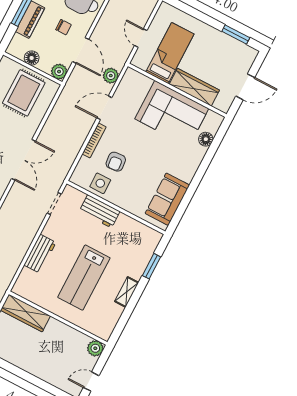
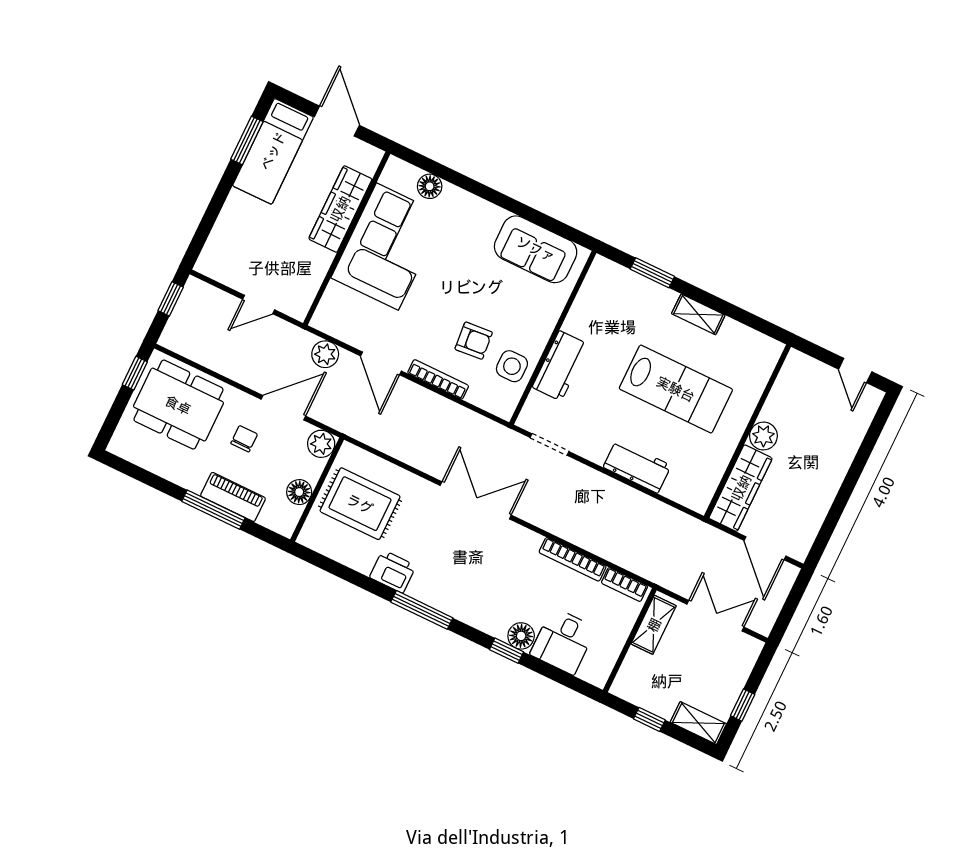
bed: (170, 53) -> (273, 151), moved, turned -90
plant: (95, 348) -> (763, 436), moved

